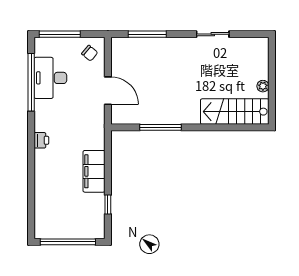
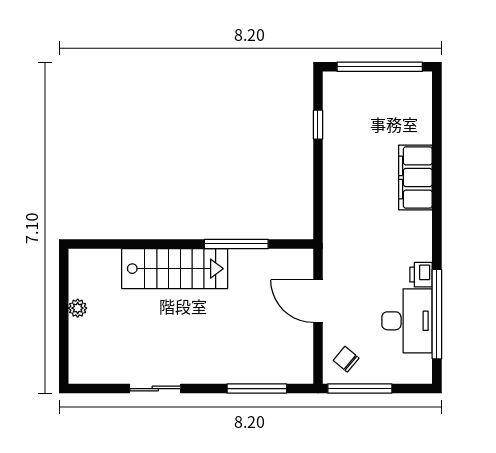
window: (60, 34) -> (360, 389), moved
stairs: (235, 112) -> (175, 269), moved
printer: (41, 140) -> (421, 275), moved
filing cabinet: (94, 171) -> (415, 178), moved, turned 180

